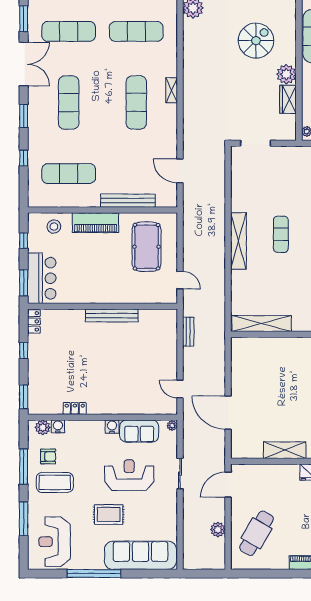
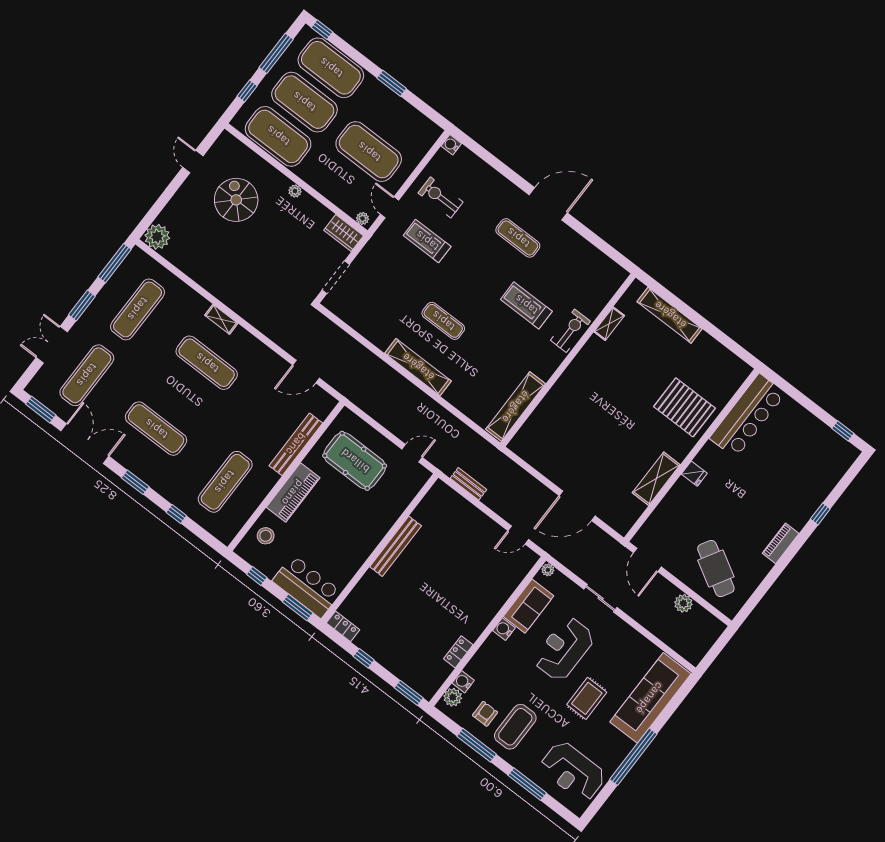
plant: (286, 74) -> (295, 191), width x0.53, depth x0.53
wardrobe: (288, 99) -> (344, 233), moved

